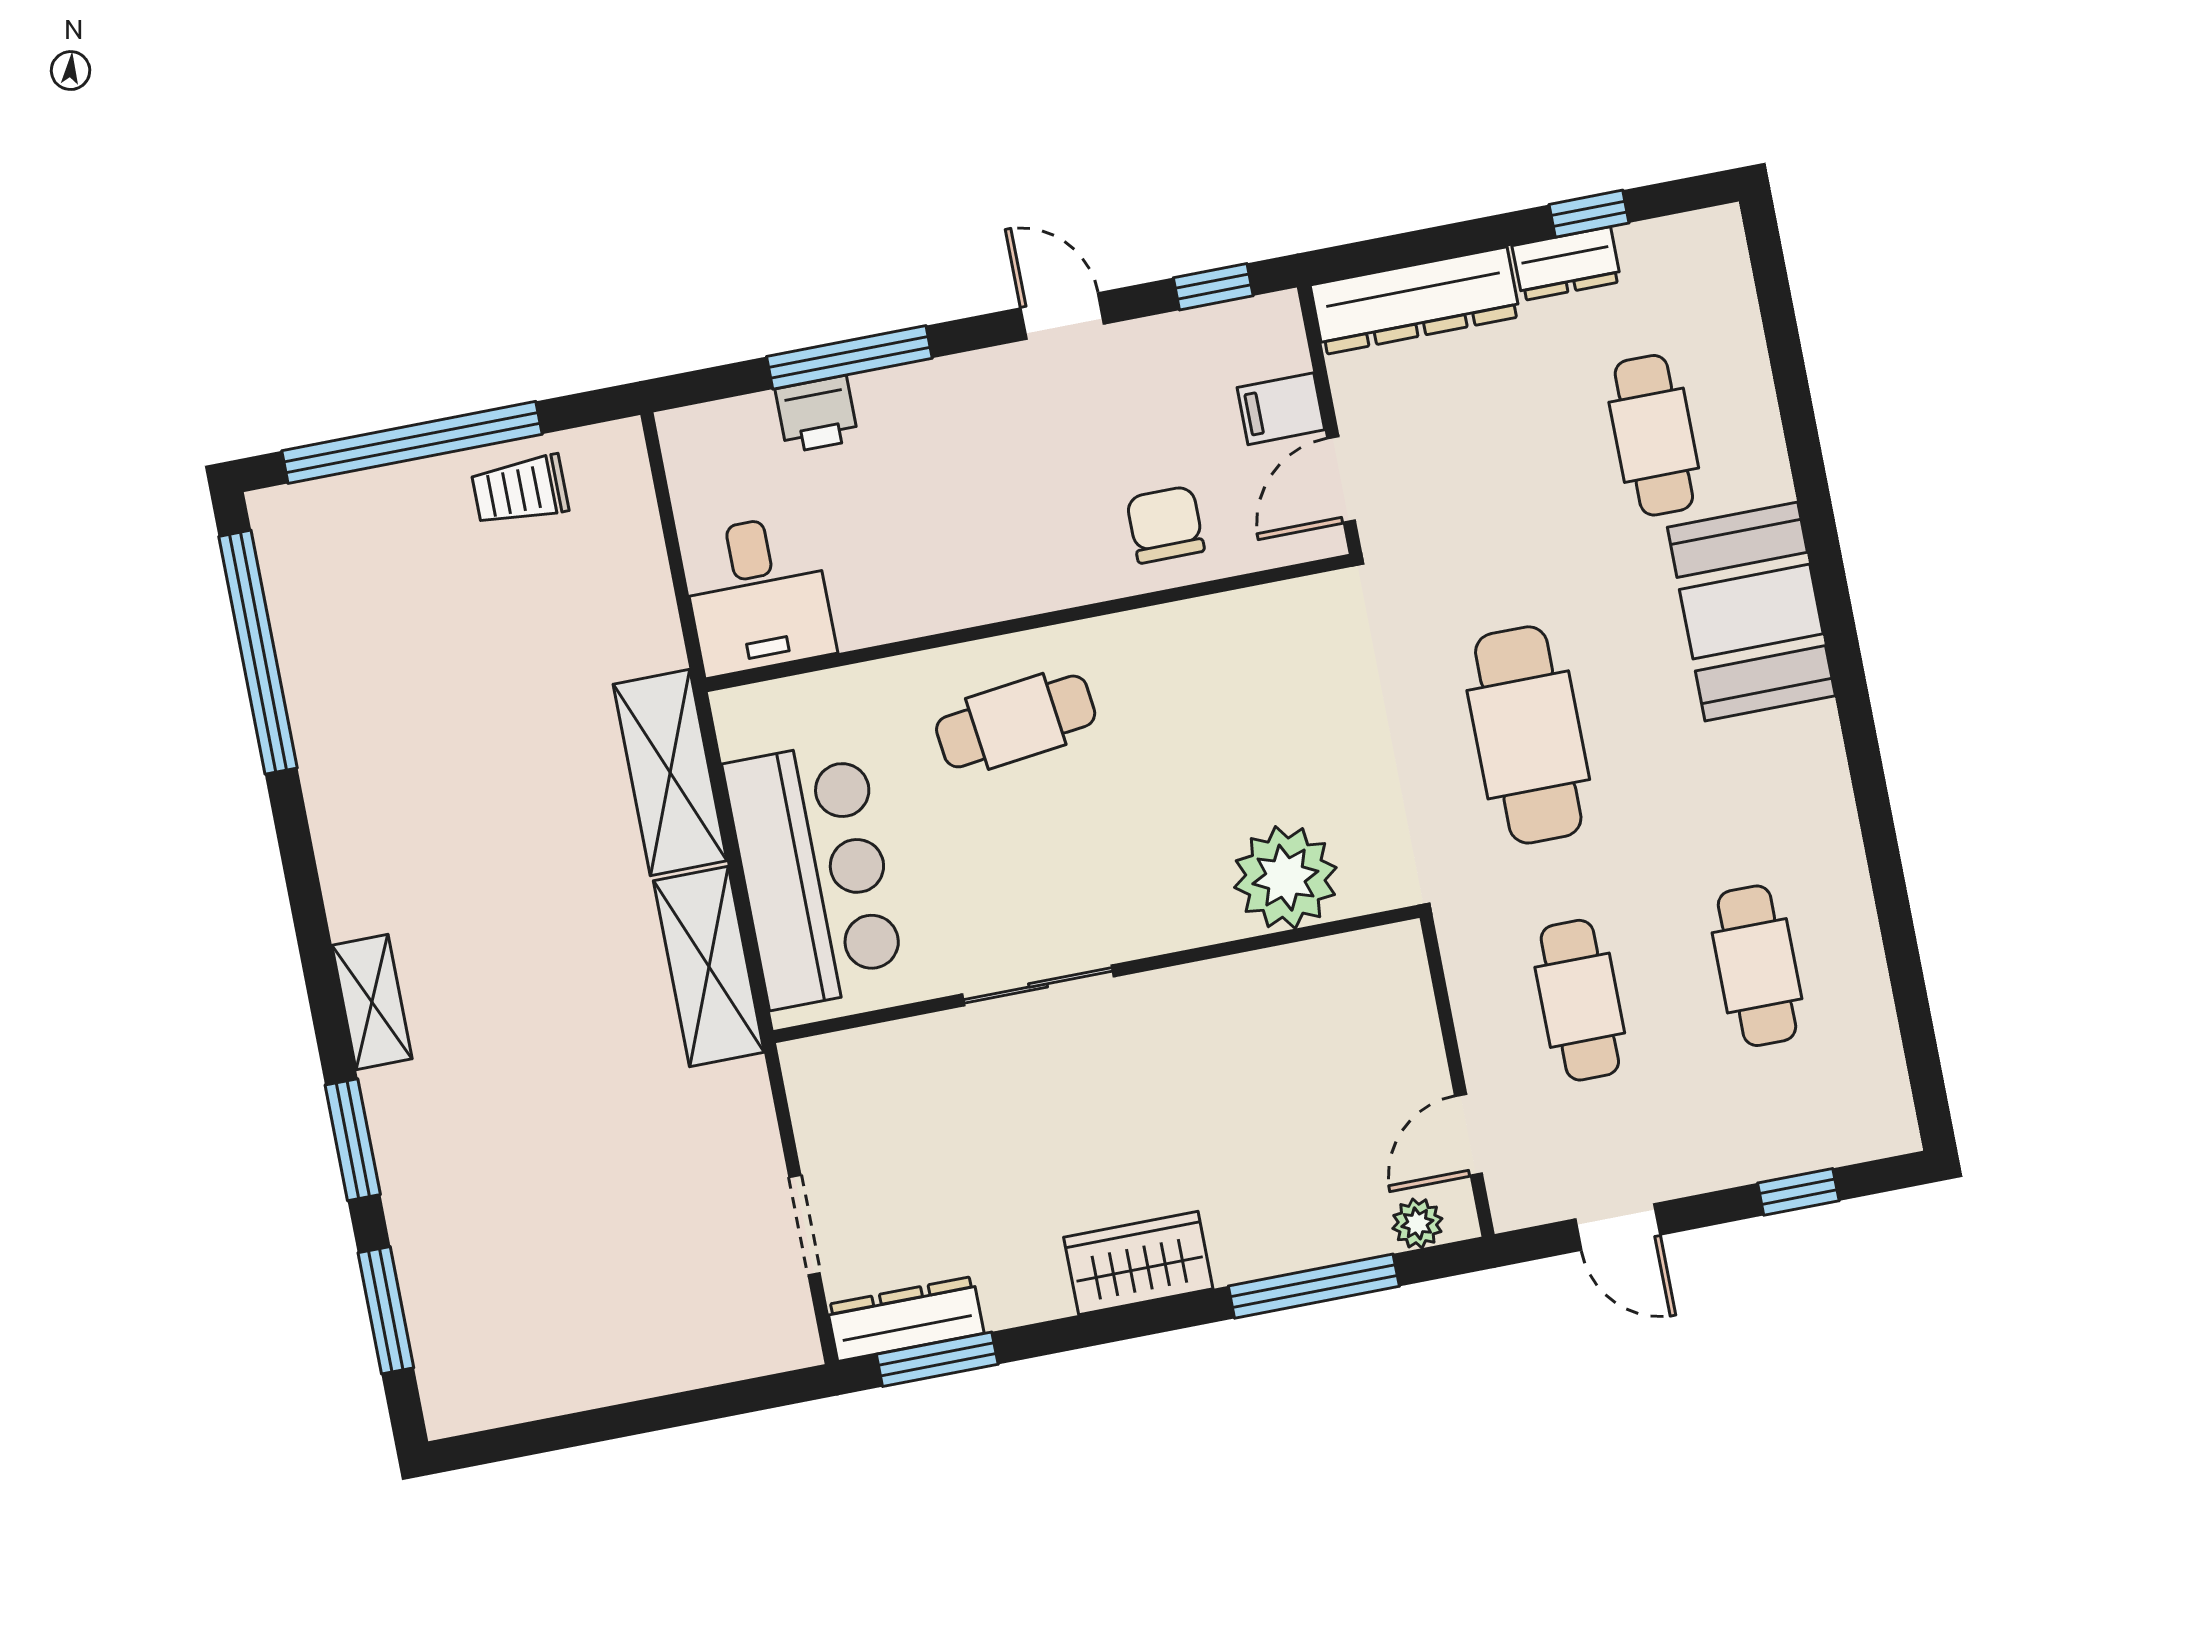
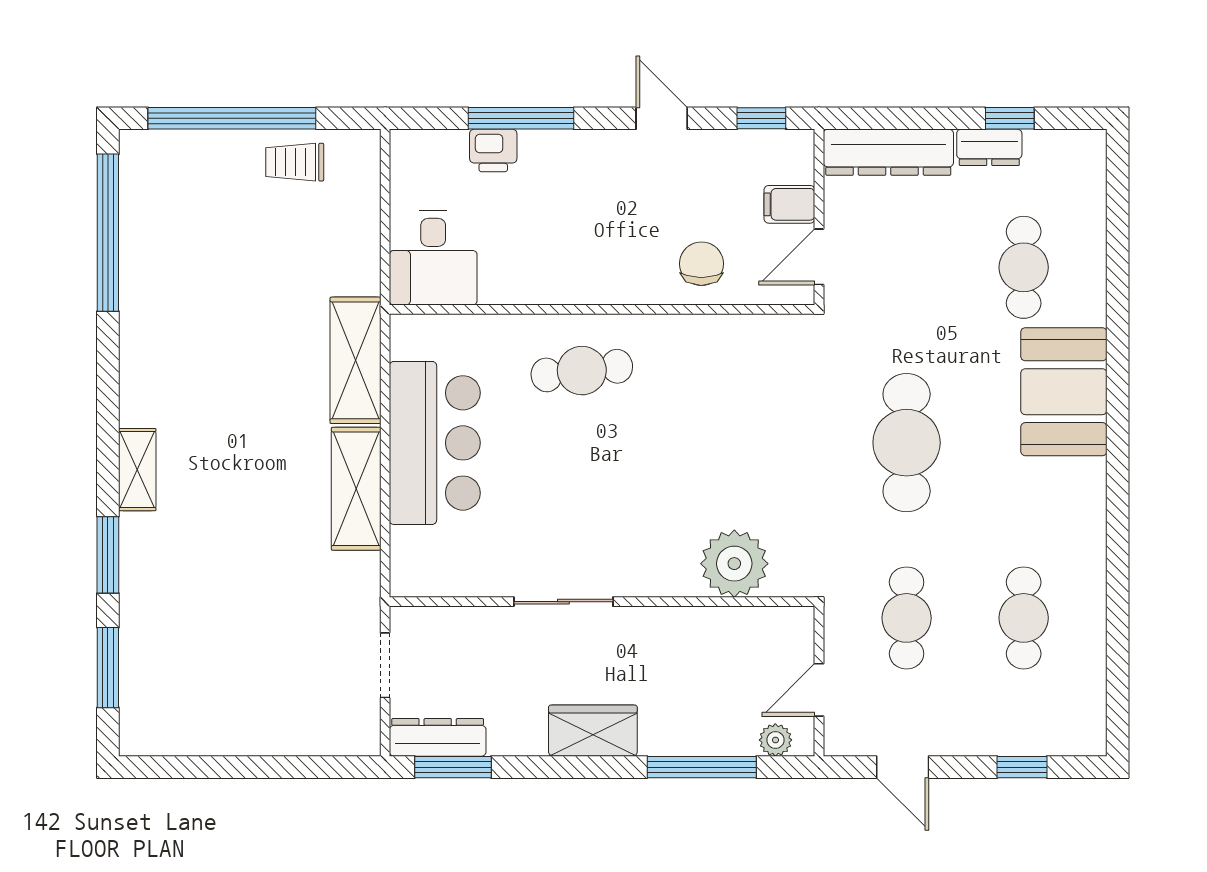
plant: (1285, 878) -> (734, 564), moved
wall: (1096, 974) -> (602, 602), moved
sliding door: (1038, 985) -> (563, 602), moved

